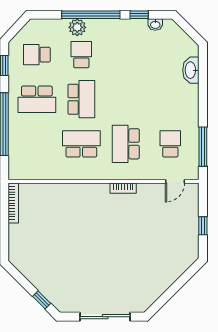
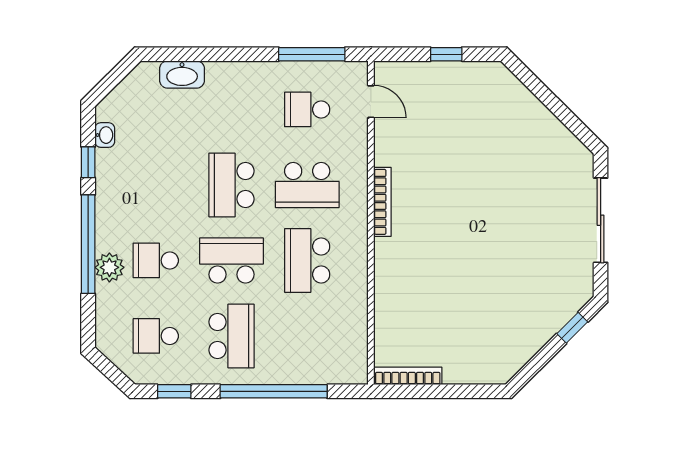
school desk: (37, 55) -> (156, 336), turned 90
school desk: (126, 99) -> (231, 185), added
bookcase: (123, 188) -> (382, 202), width x1.56

